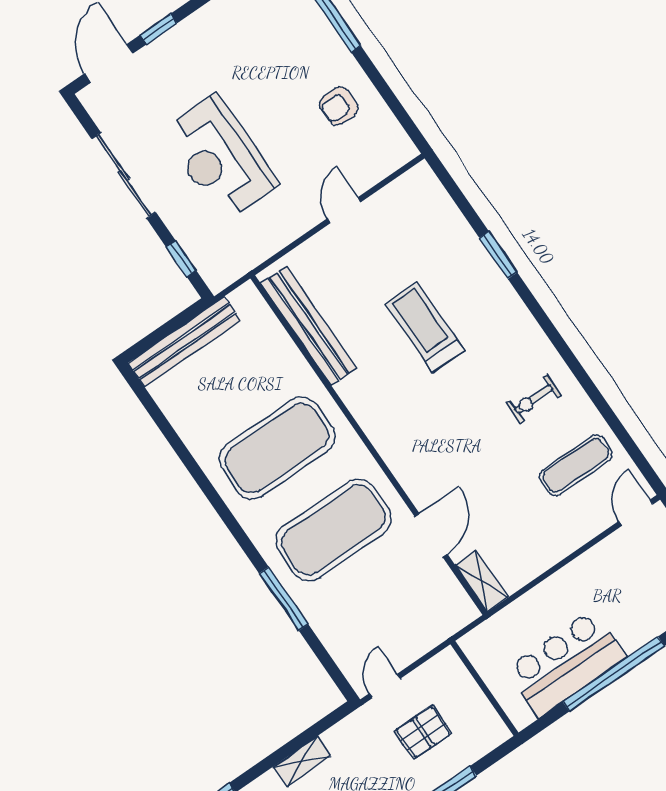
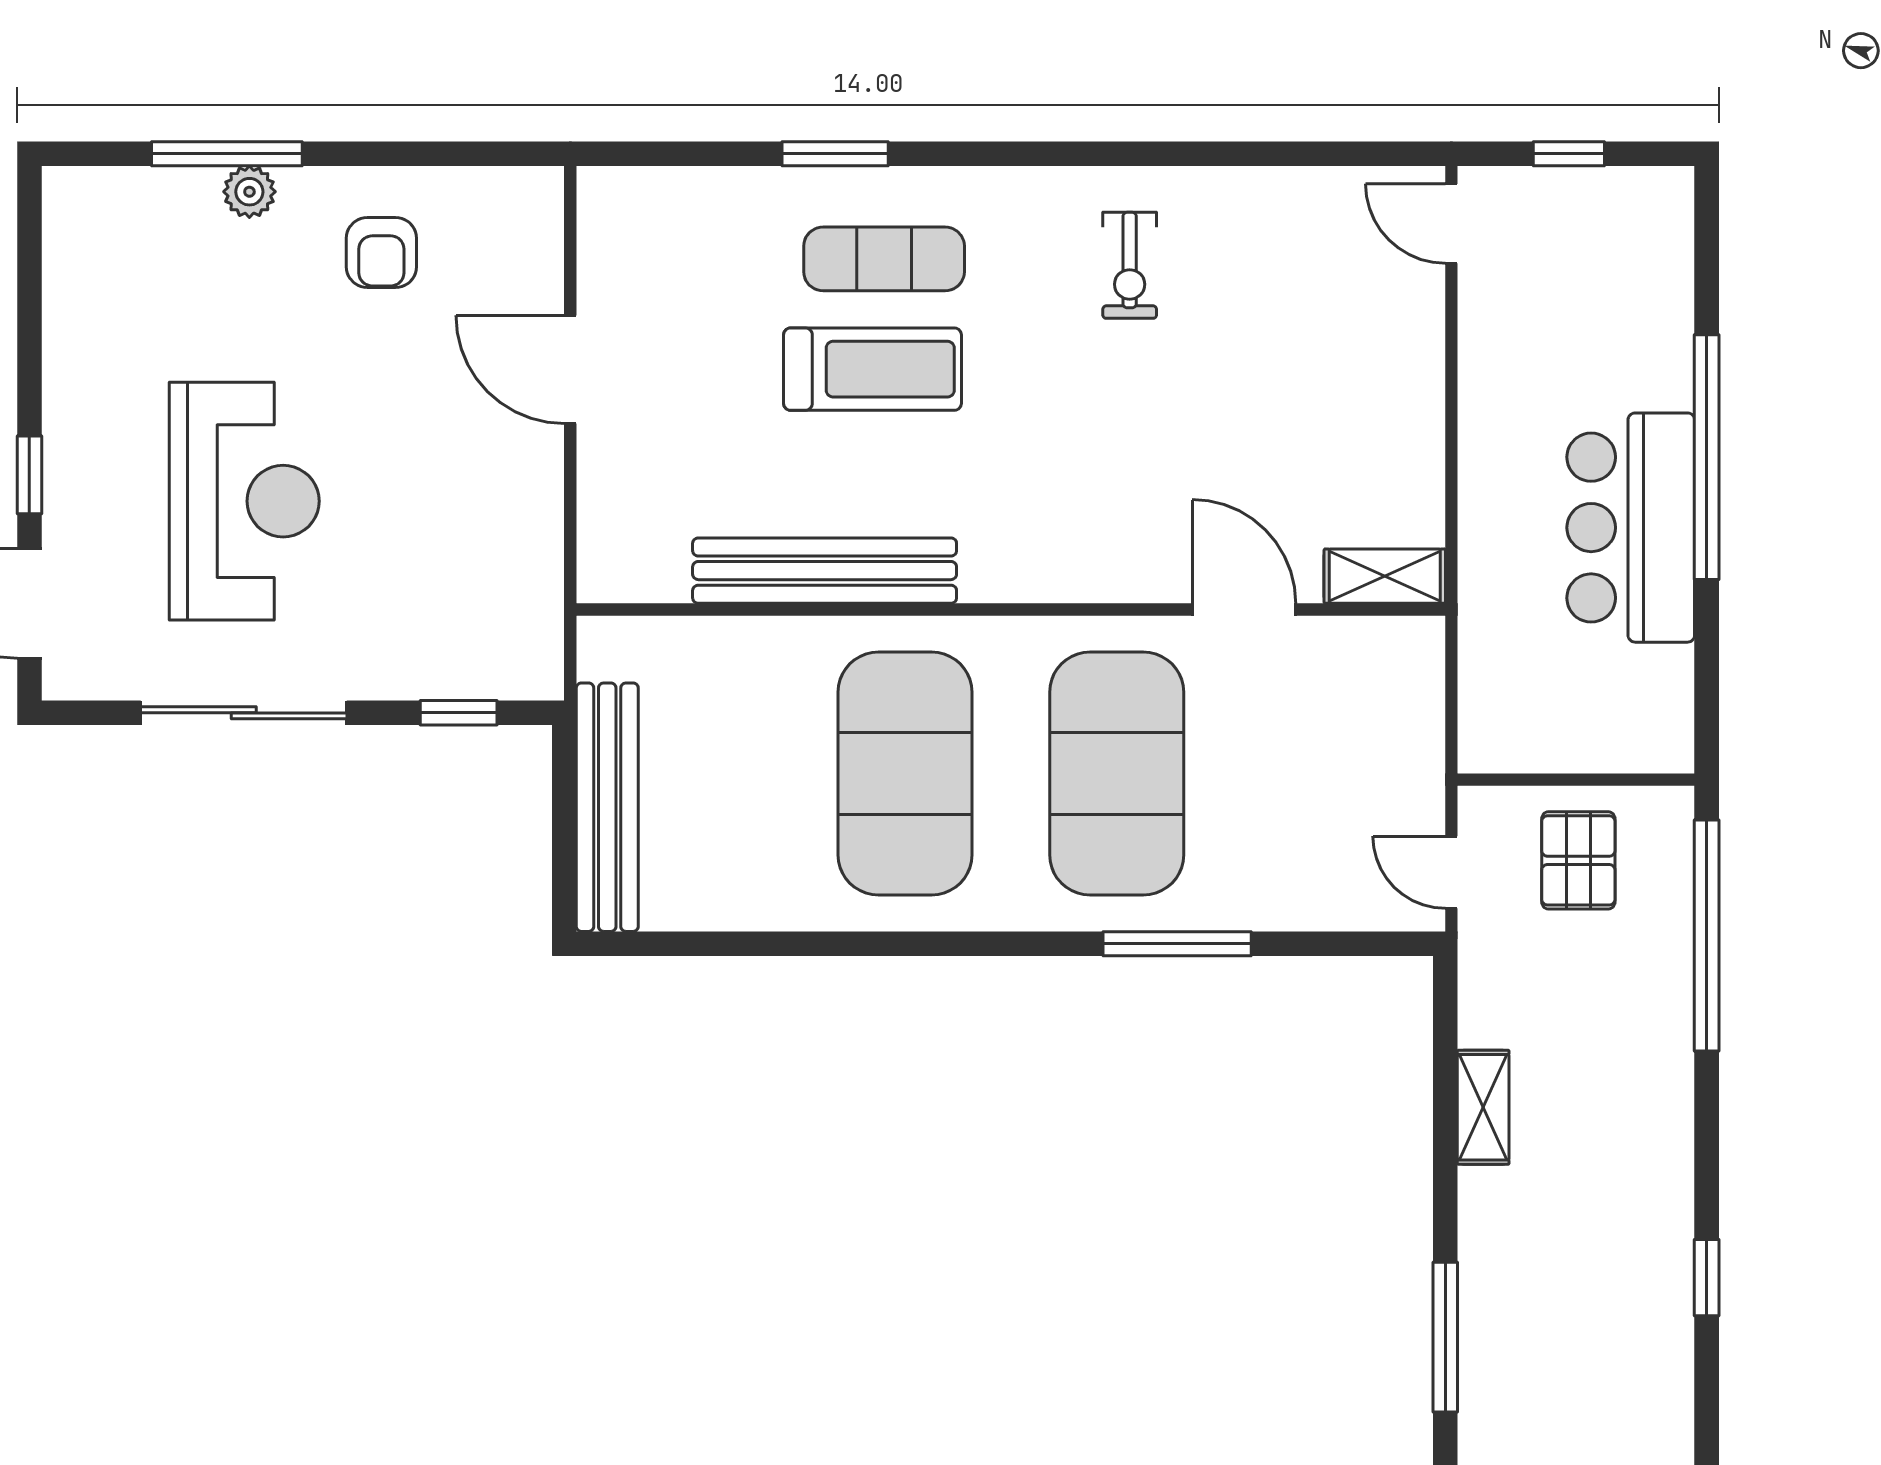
plant: (327, 38) -> (249, 192), added
reception desk: (220, 158) -> (244, 501), moved, turned -90
door: (344, 210) -> (570, 369), width x1.38
bench: (309, 326) -> (825, 571), moved
treadmill: (425, 327) -> (872, 369), turned 180
exercise mat: (576, 465) -> (884, 259), moved, turned 90
wall: (484, 688) -> (1576, 780), moved

